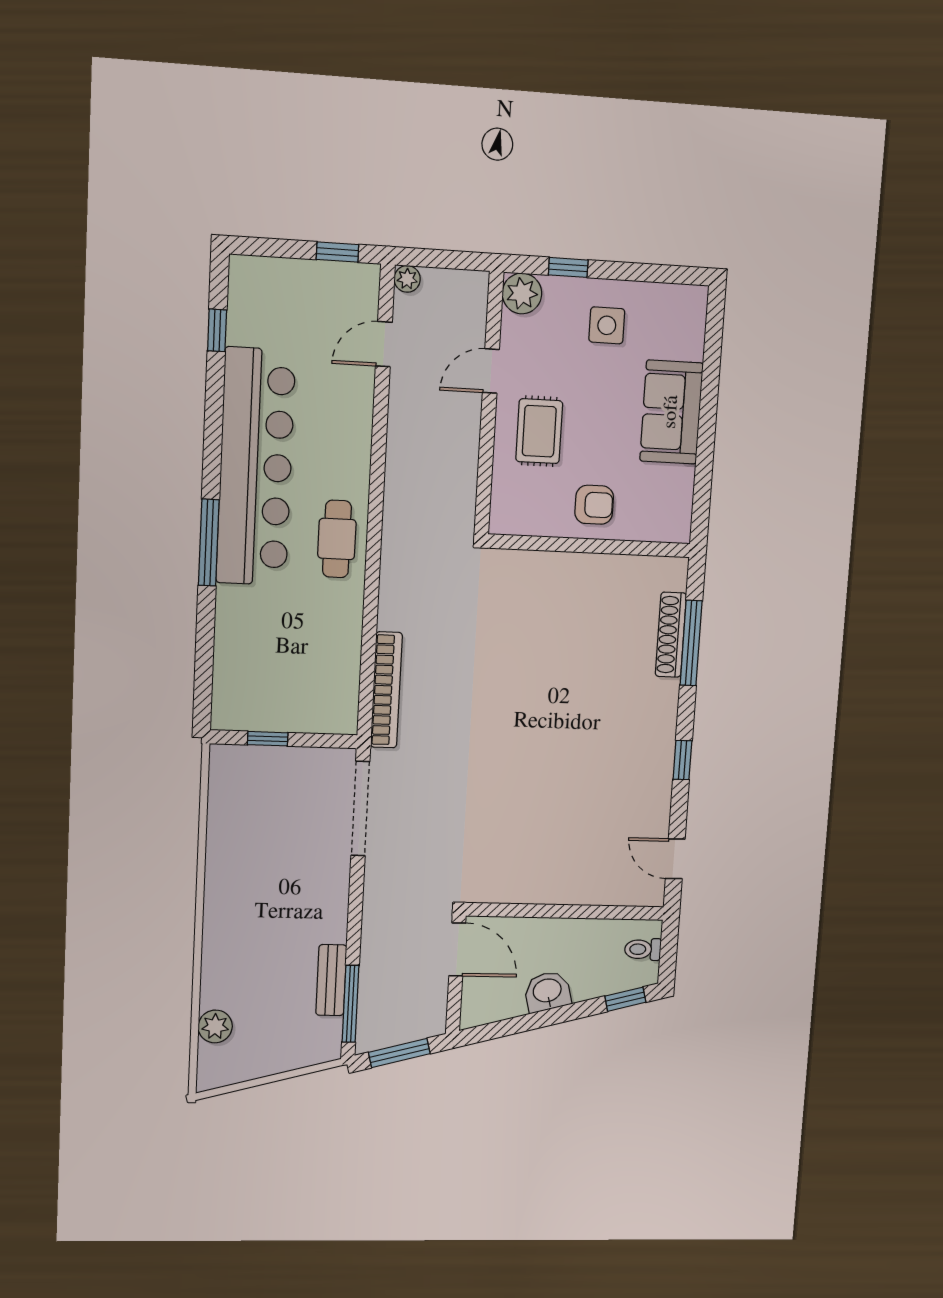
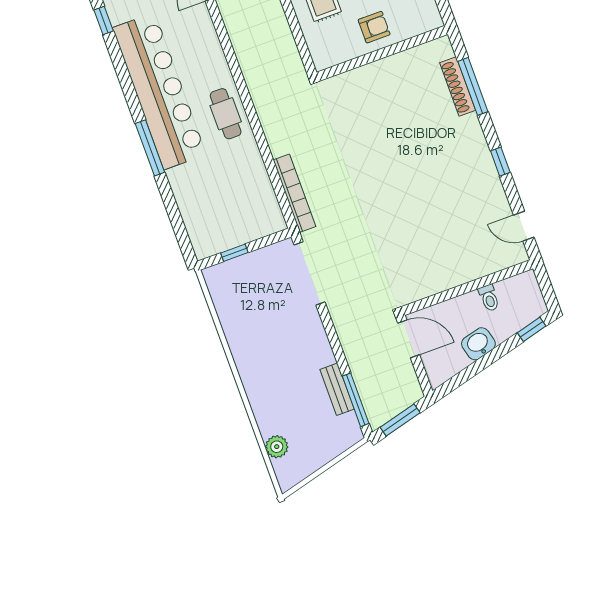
toilet: (643, 949) -> (489, 298), moved, turned -90

